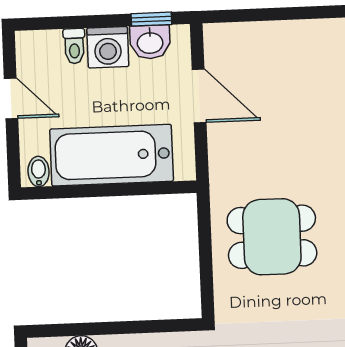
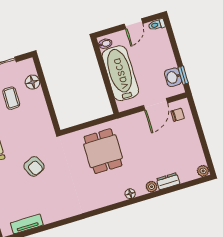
toilet: (74, 46) -> (157, 25), moved
washing machine: (108, 47) -> (166, 60), removed
chair: (235, 53) -> (178, 115), added

